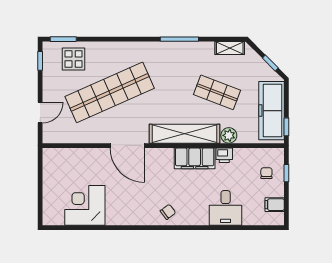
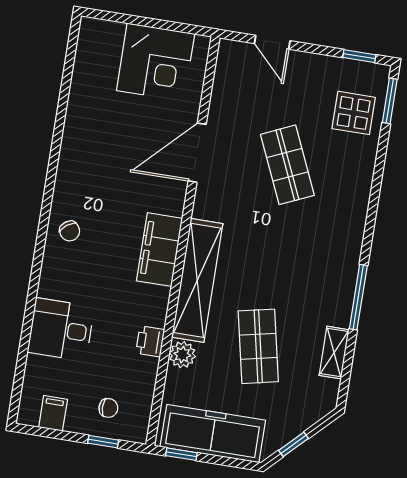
shelving: (230, 48) -> (334, 353), moved
shop shelf: (110, 92) -> (287, 165), width x0.50, depth x0.74
shop shelf: (217, 92) -> (258, 346), turned -33
door: (127, 146) -> (197, 153), moved
filing cabinet: (195, 158) -> (160, 250), moved
corner desk: (85, 205) -> (156, 62), moved, turned 90

